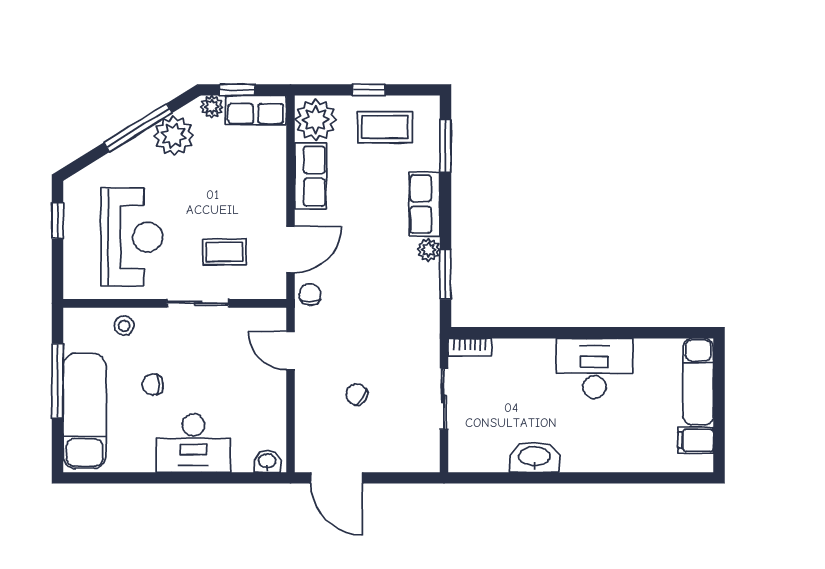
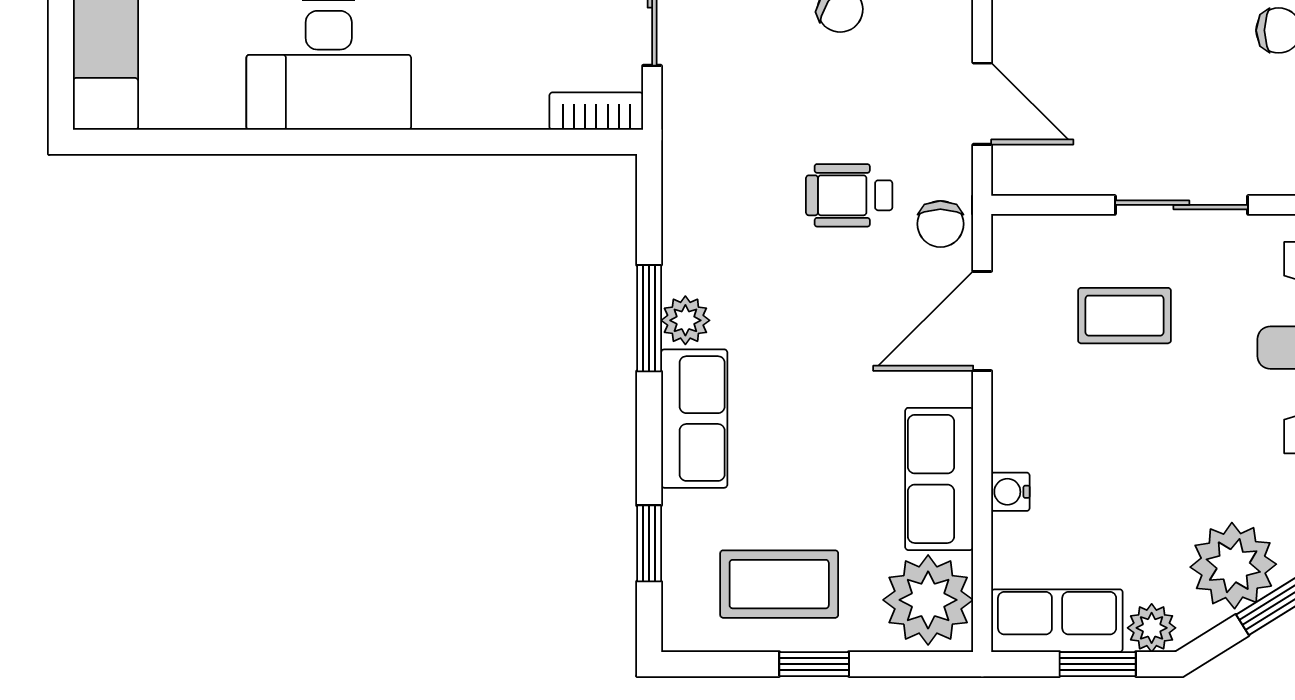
window: (445, 146) -> (649, 543), width x0.67
water cooler: (277, 170) -> (1010, 492), added
window: (445, 274) -> (649, 318), moved
wheelchair: (352, 308) -> (849, 195), added

